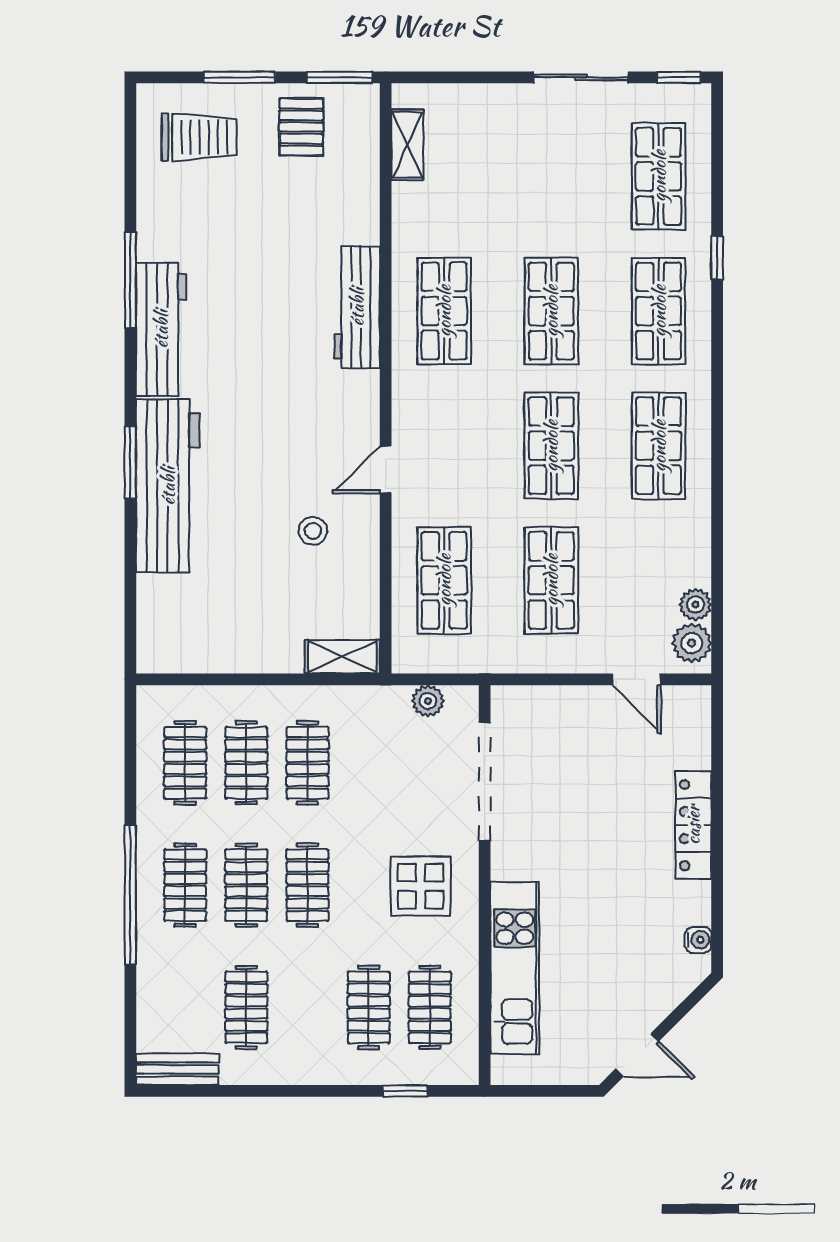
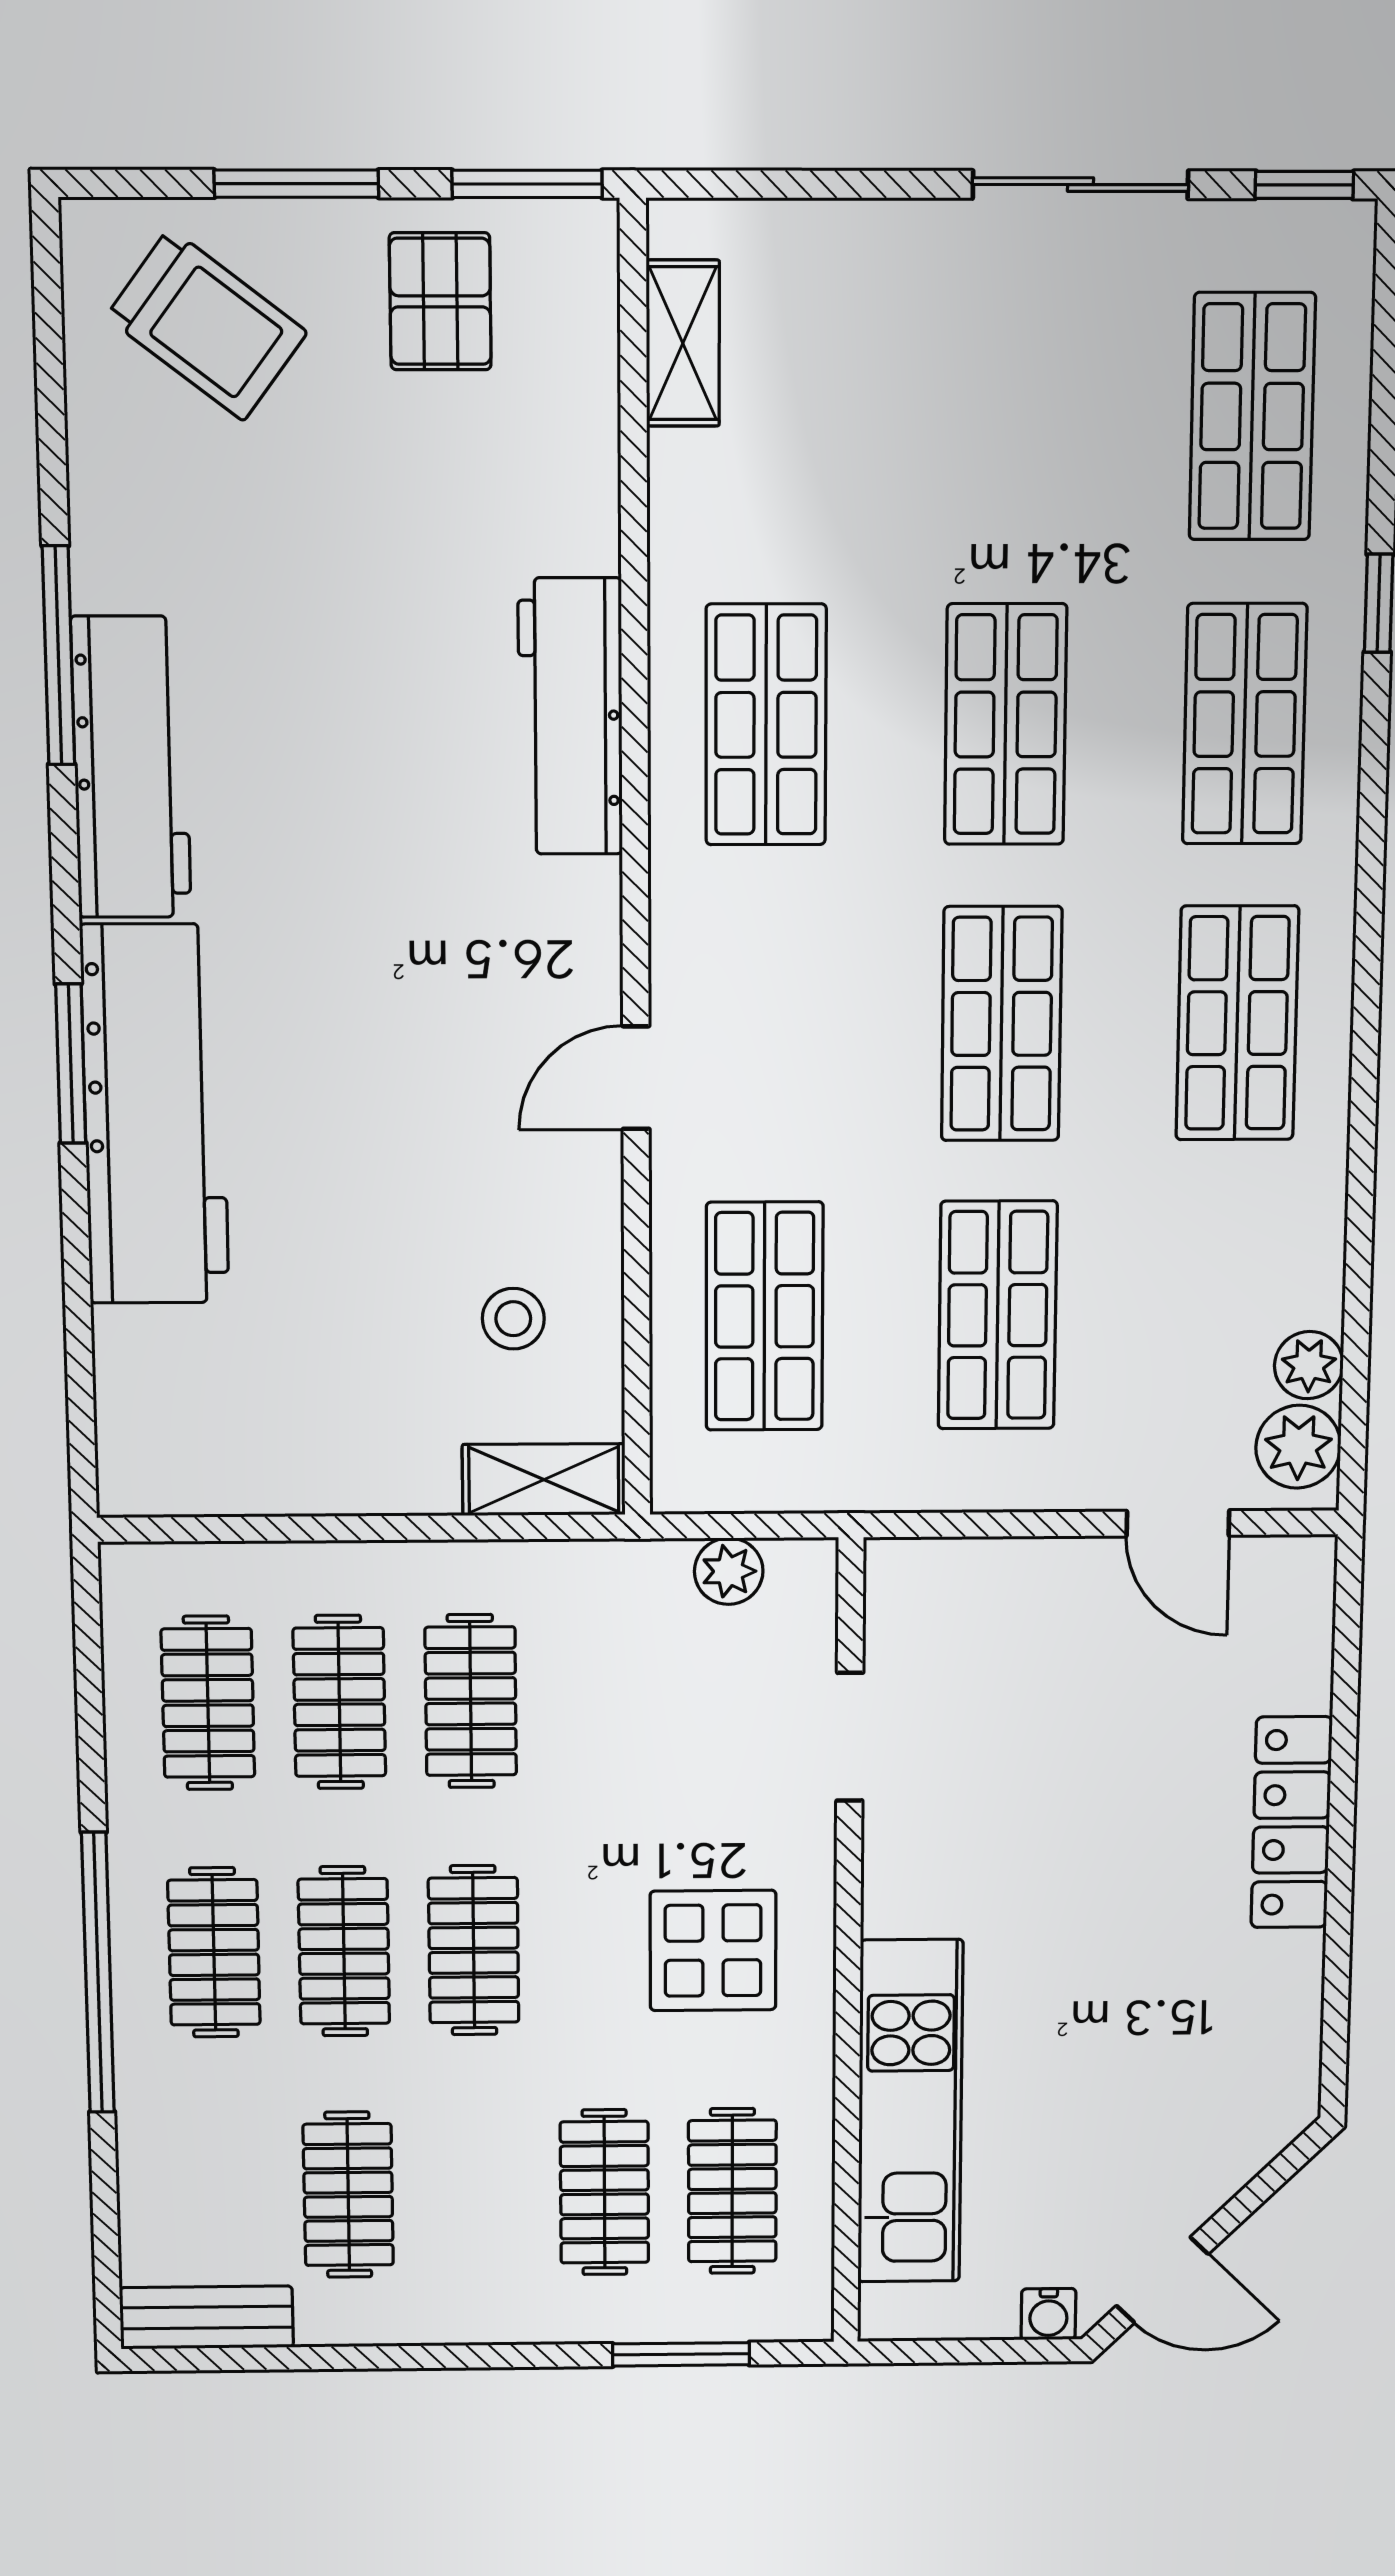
trolley: (199, 137) -> (207, 325), turned 37
stool: (313, 531) -> (513, 1319), moved
doorway: (485, 781) -> (850, 1737), width x0.53
water cooler: (698, 940) -> (1048, 2314), moved, turned 90
window: (405, 1091) -> (681, 2354), width x1.50

